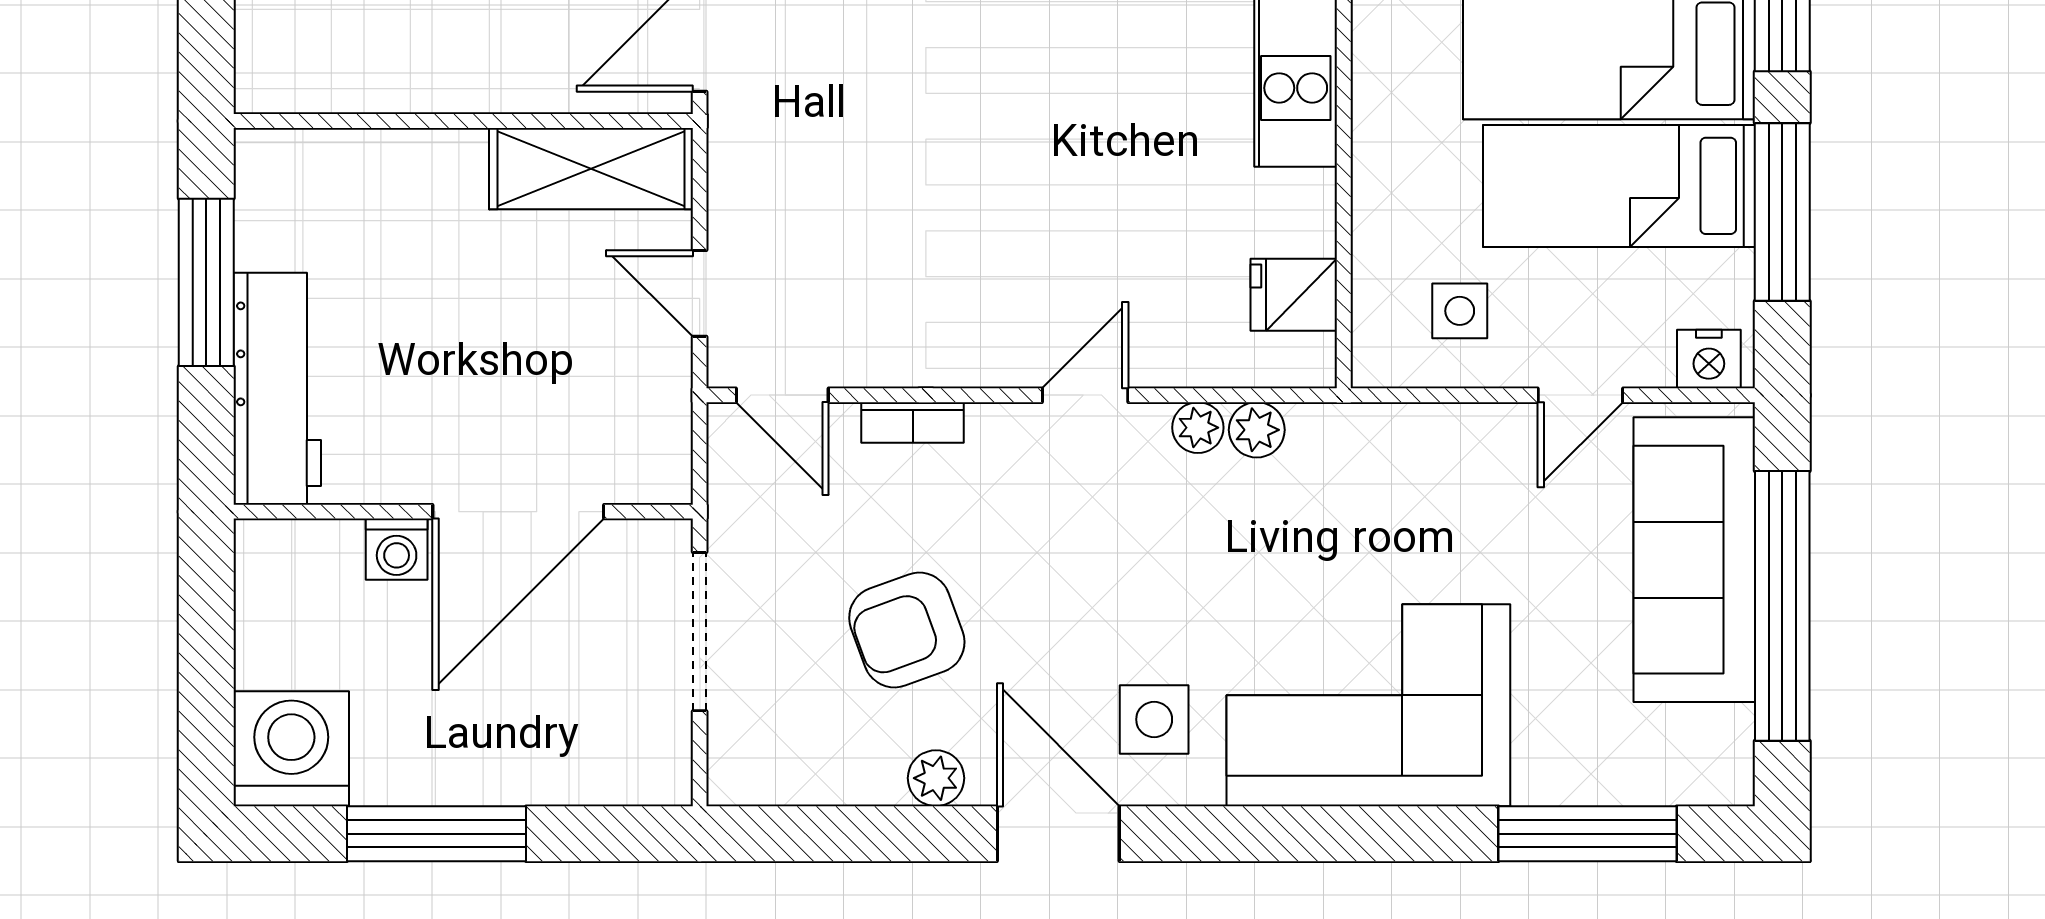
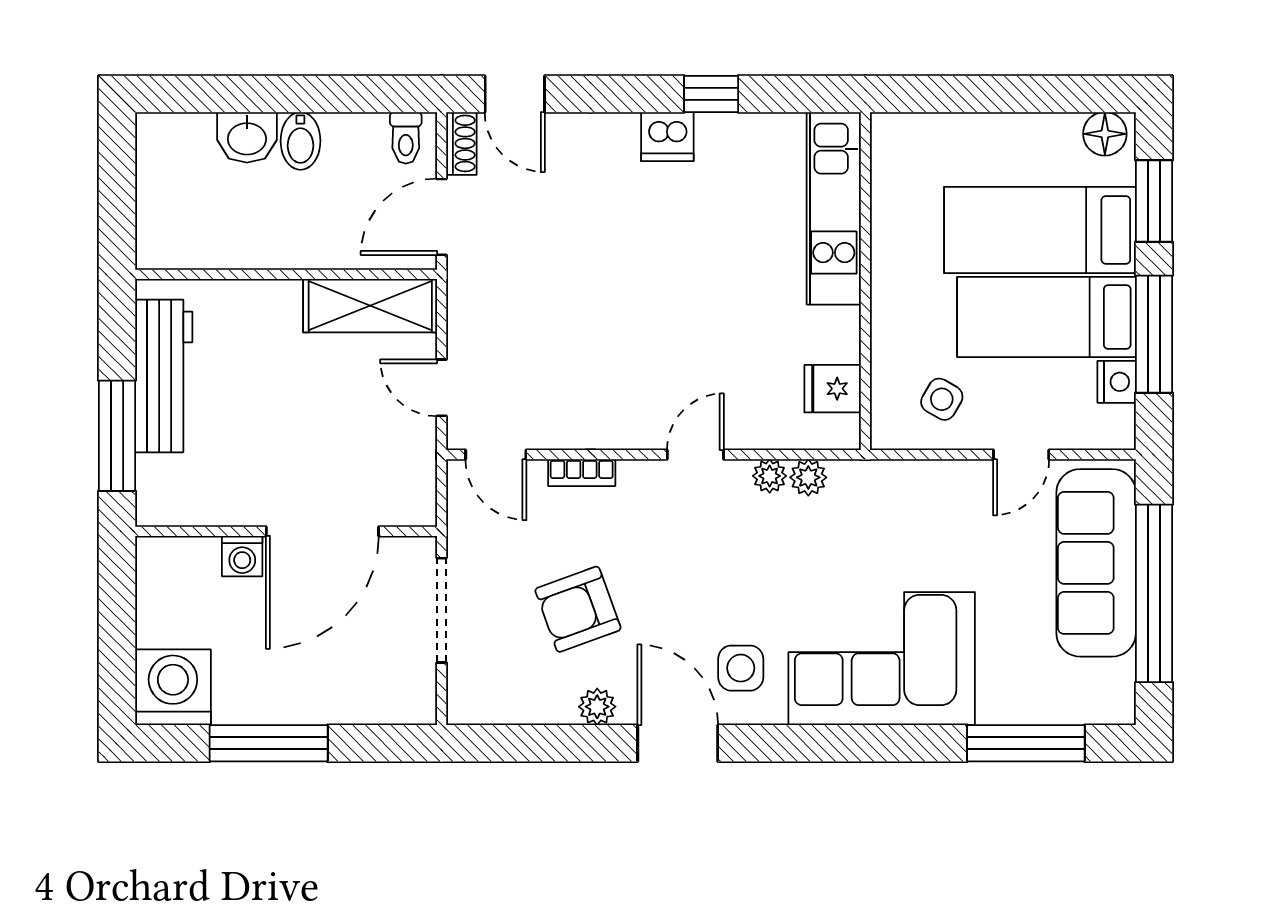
window: (206, 282) -> (117, 436), moved
side table: (1460, 311) -> (942, 399), turned 30
nightstand: (1709, 359) -> (1117, 382), moved, turned -90
workbench: (277, 389) -> (164, 376), moved

